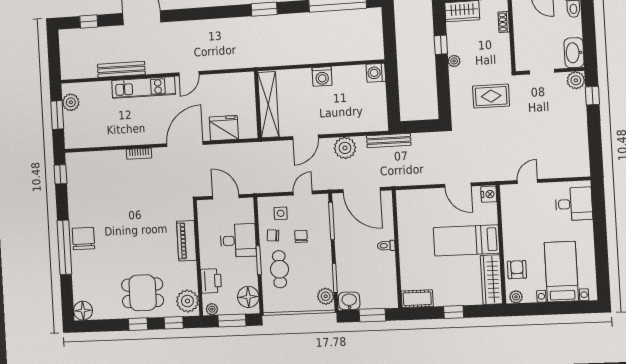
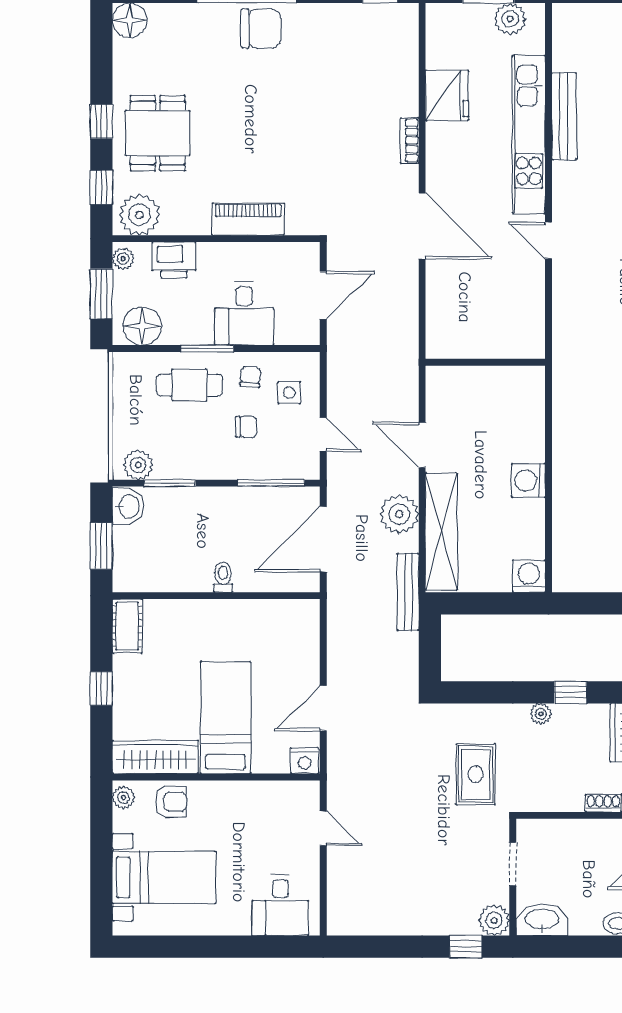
kitchen unit: (143, 87) -> (529, 135), width x1.36
shelving: (268, 105) -> (441, 532), moved, turned 90
fridge: (224, 128) -> (447, 95), moved

